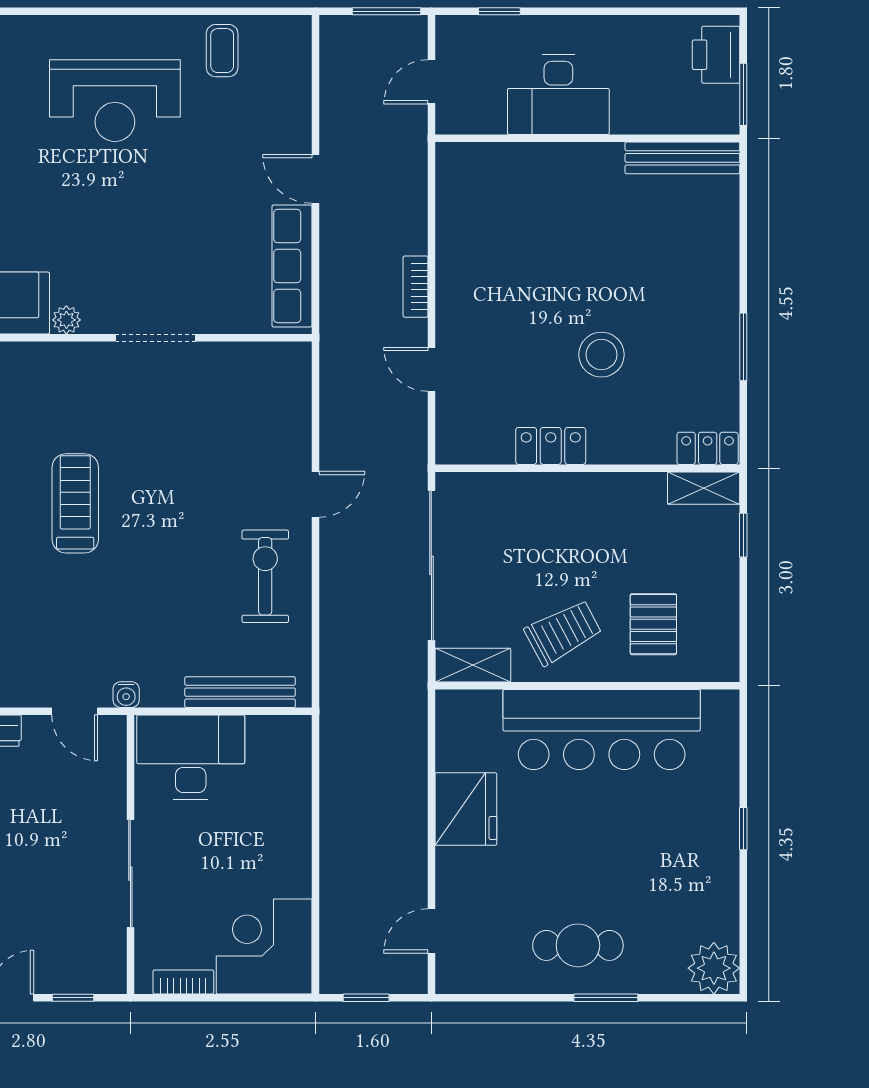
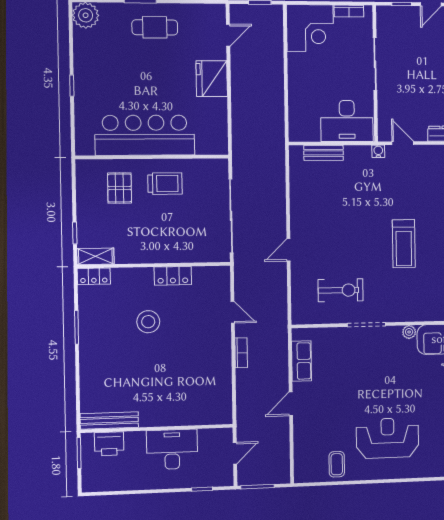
printer: (716, 55) -> (109, 444), moved, turned 90
door: (315, 179) -> (291, 404), swing flipped
row of seats: (292, 266) -> (302, 361), width x0.68
exercise bike: (265, 576) -> (341, 290), moved, turned -90
trolley: (563, 632) -> (165, 184), turned -152
shelving: (473, 665) -> (210, 167), removed
bench: (240, 692) -> (324, 153), width x0.73
fridge: (466, 809) -> (212, 79), moved

